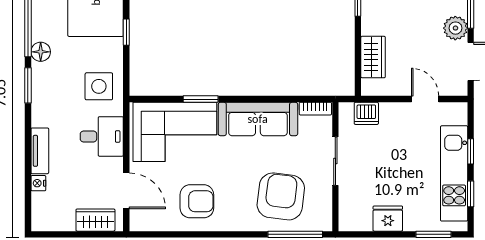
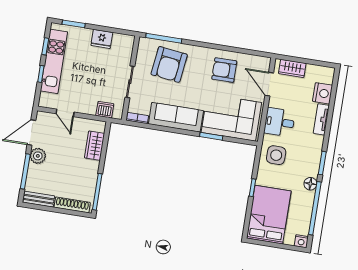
nightstand: (38, 183) -> (323, 93), width x1.89, depth x1.79

